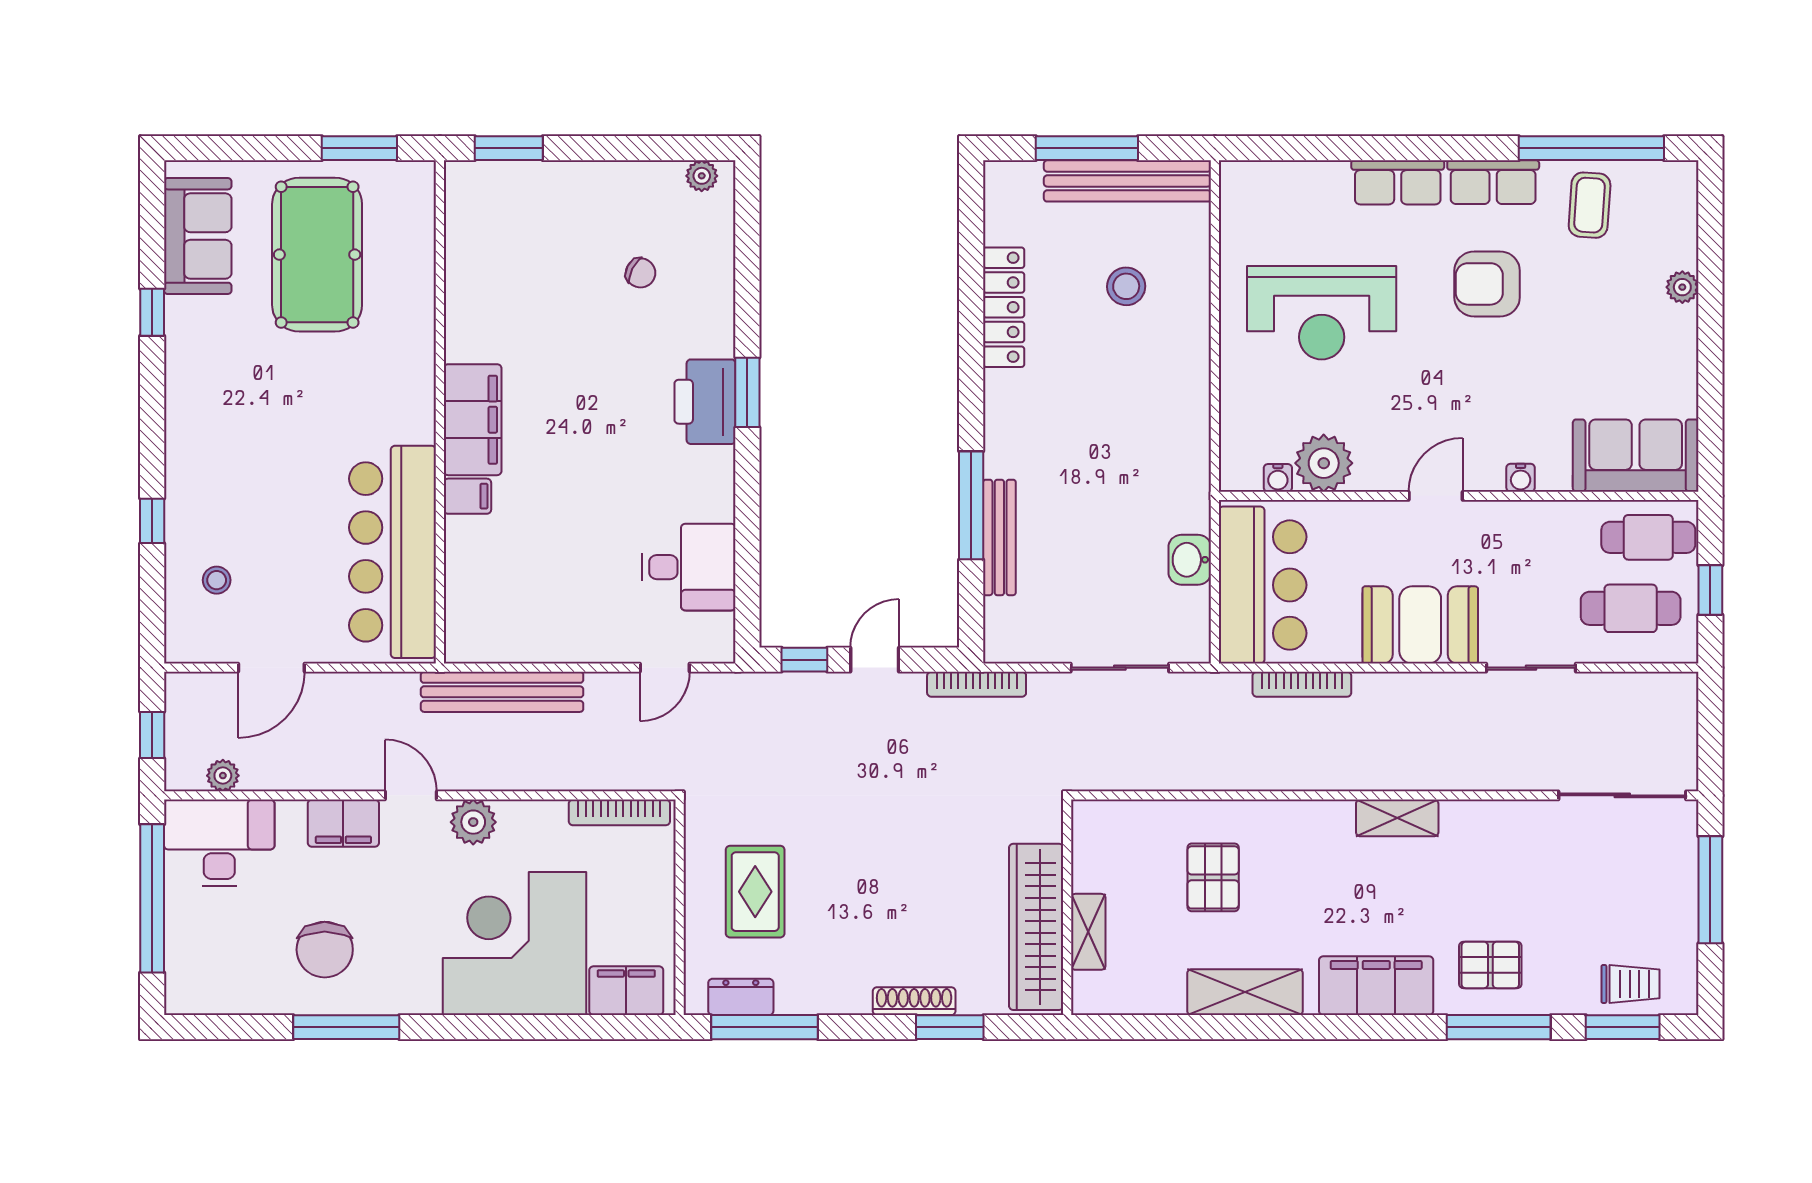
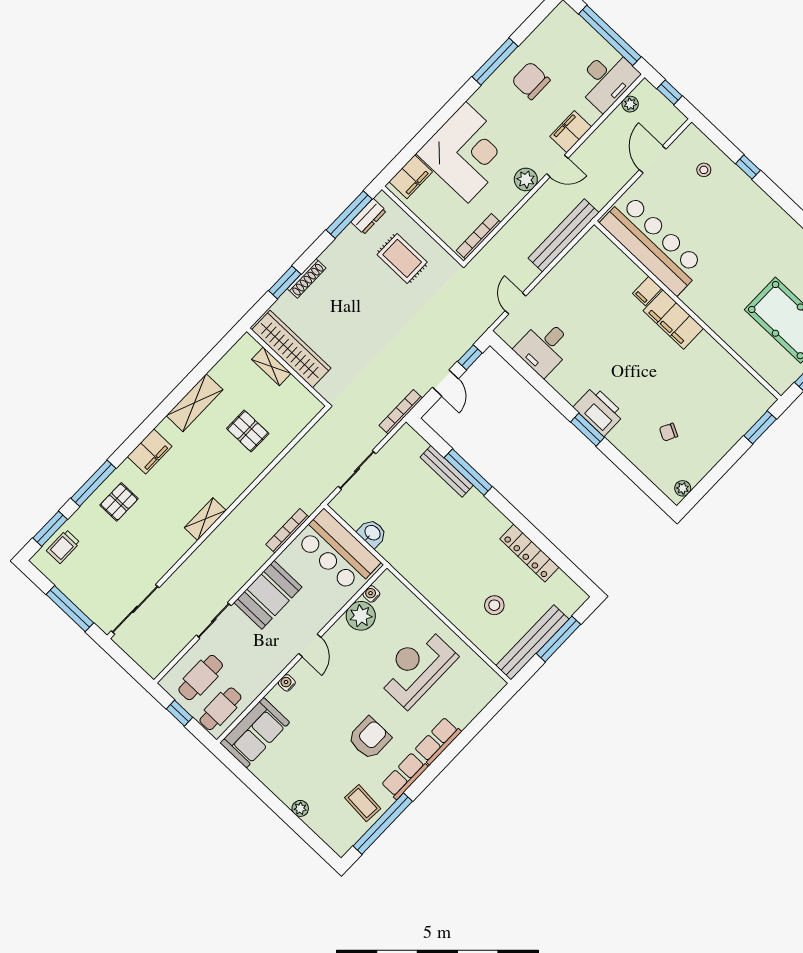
filing cabinet: (1376, 986) -> (150, 451), width x0.67, depth x0.86

